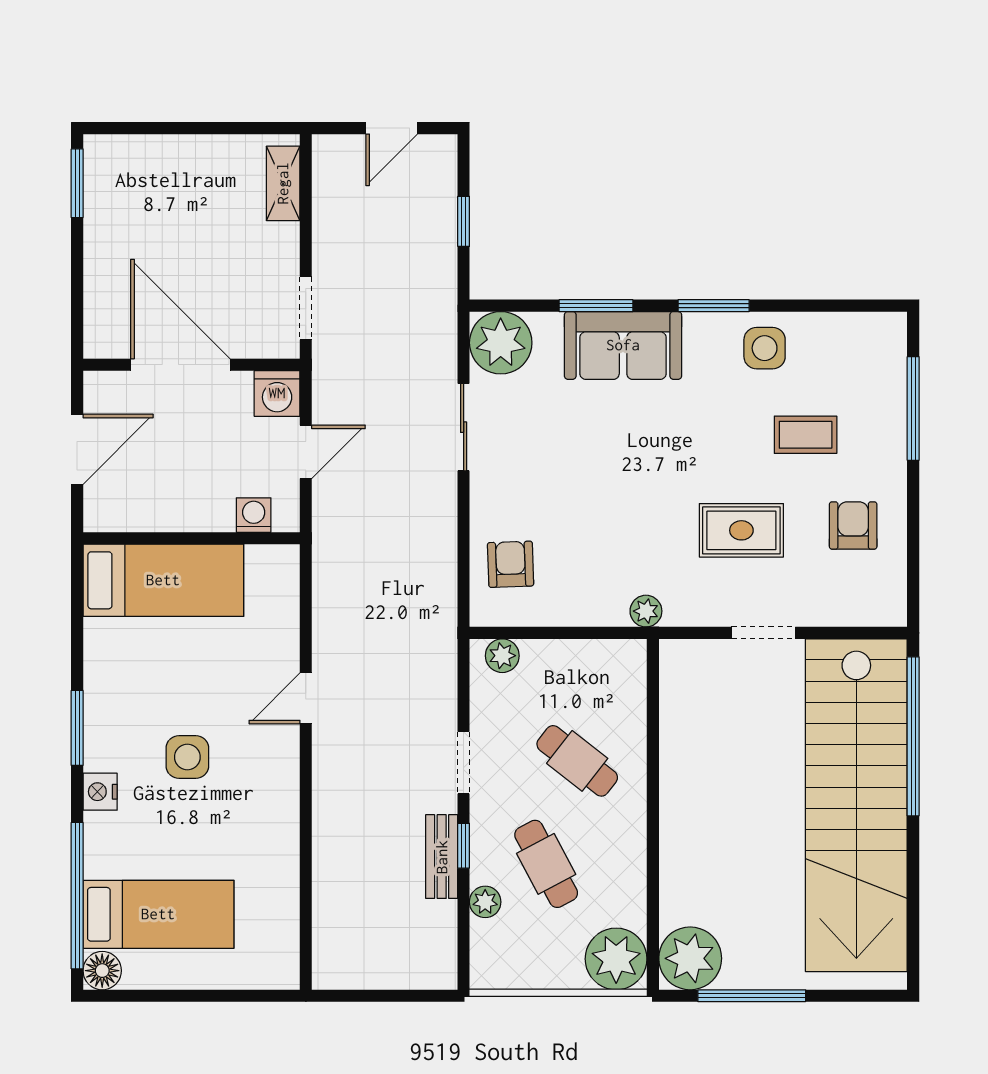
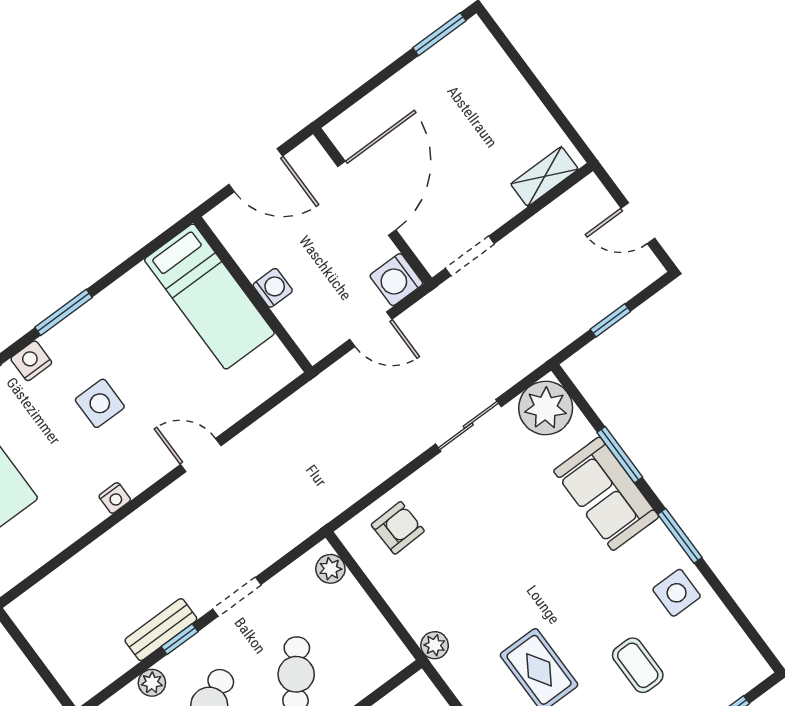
washing machine: (254, 515) -> (273, 288), moved
nightstand: (286, 809) -> (115, 498), added

